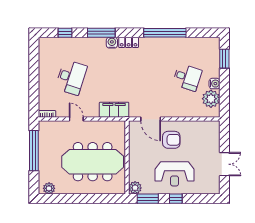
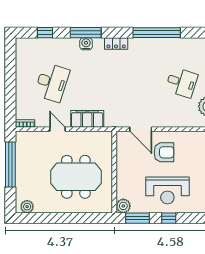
water cooler: (112, 43) -> (86, 44), moved
filing cabinet: (114, 110) -> (87, 119), moved
meeting table: (93, 162) -> (76, 177), width x0.73

